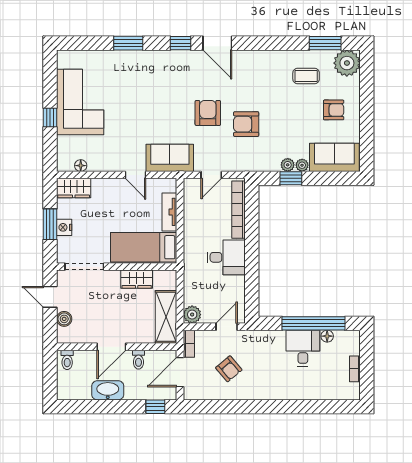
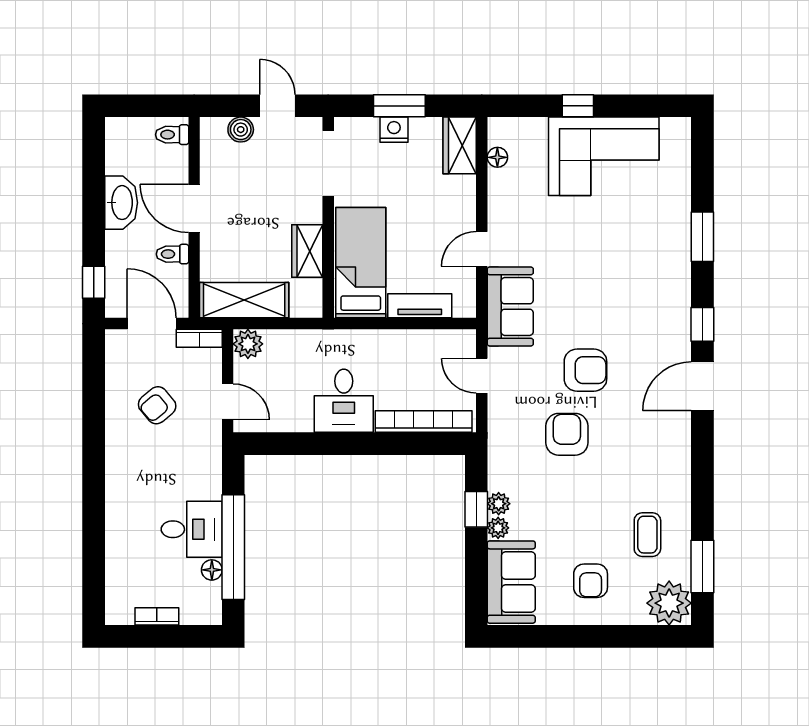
door: (50, 297) -> (277, 106), hinge flipped

